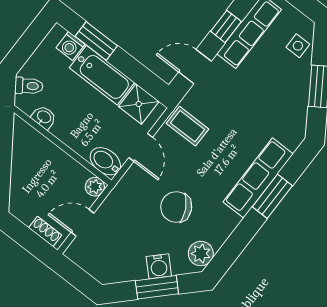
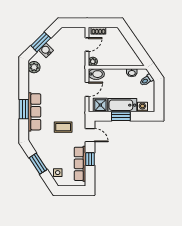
window: (96, 41) -> (121, 116), moved
door: (195, 67) -> (90, 135), hinge flipped
coffee table: (188, 126) -> (63, 127), moved
door: (141, 147) -> (87, 89), swing flipped
chair: (176, 207) -> (57, 77), removed

